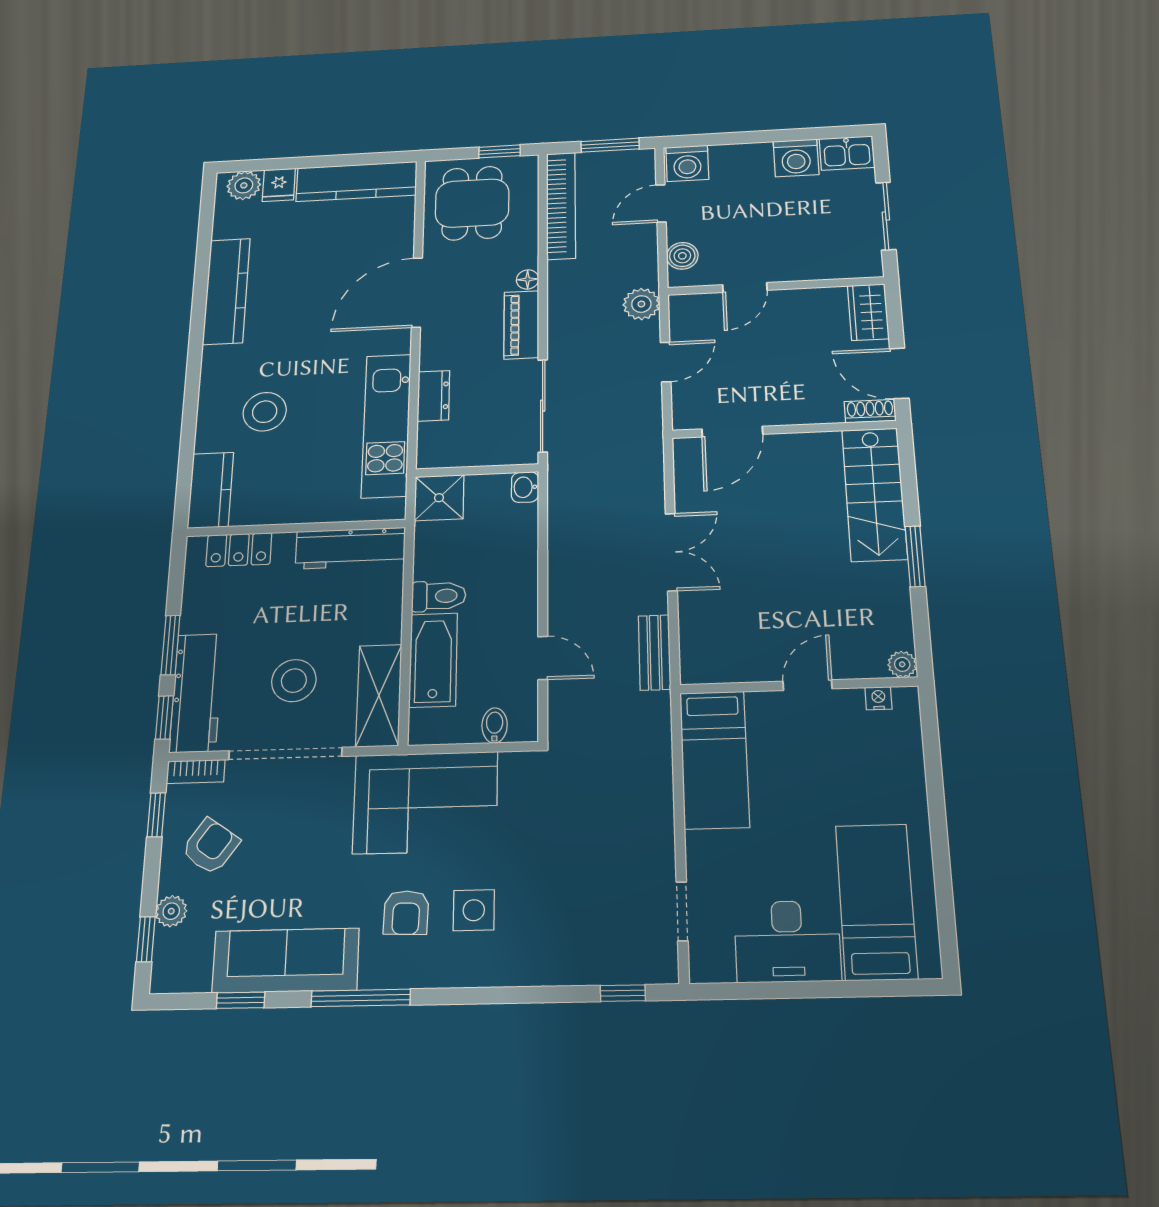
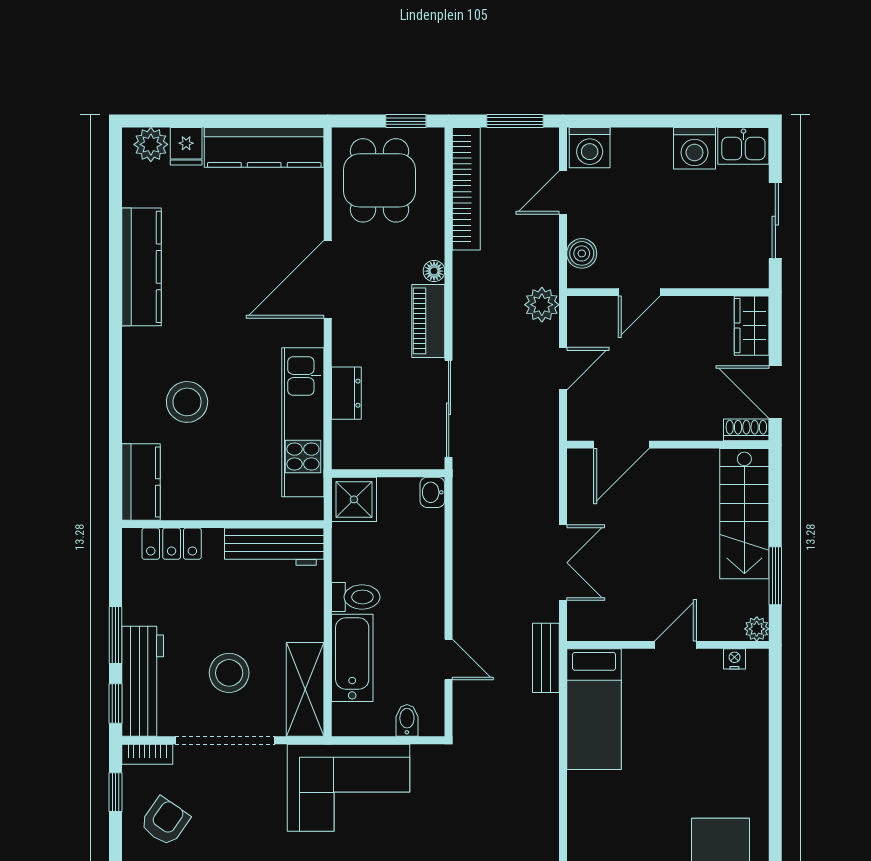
plant: (902, 664) -> (757, 629), moved
wall: (798, 685) -> (668, 645), moved
door: (807, 685) -> (675, 645), moved
nightstand: (878, 698) -> (735, 659), moved
bed: (714, 759) -> (594, 709), moved

